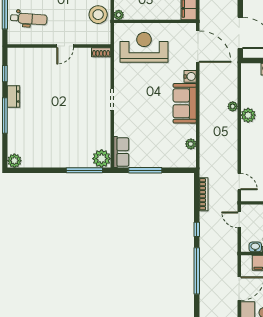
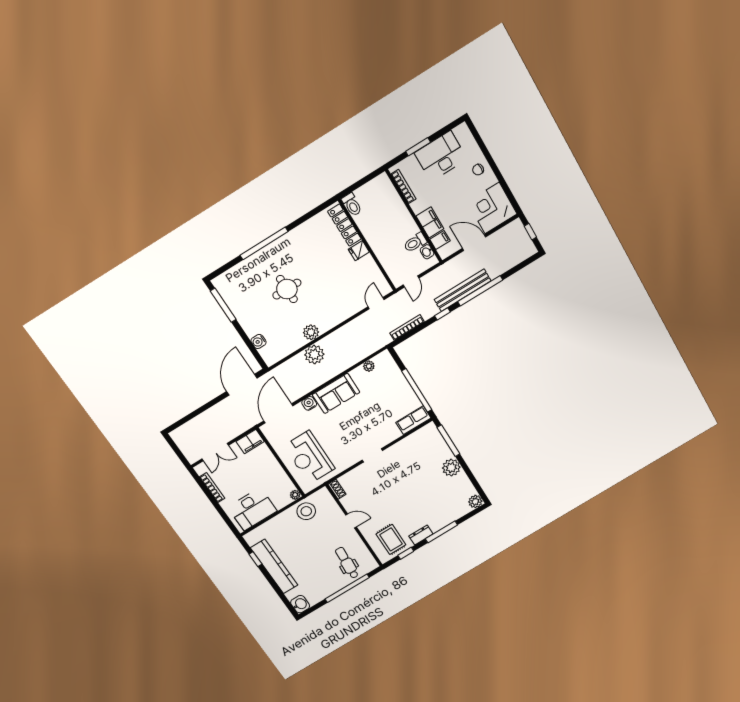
rug: (26, 69) -> (391, 539), added
plant: (233, 106) -> (314, 354), width x1.88, depth x1.88
plant: (102, 159) -> (451, 468), moved
window: (145, 170) -> (417, 390), width x1.46
bench: (206, 257) -> (463, 290), added

